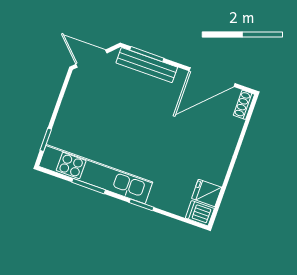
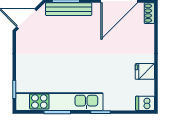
fridge: (207, 193) -> (145, 71), moved

